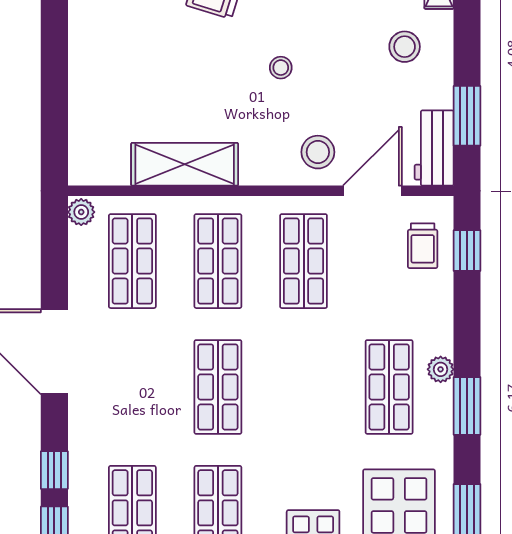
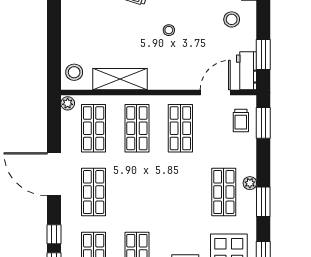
stool: (318, 152) -> (74, 72), moved
window: (467, 251) -> (263, 123), width x1.50
shop shelf: (218, 387) -> (94, 192), moved

